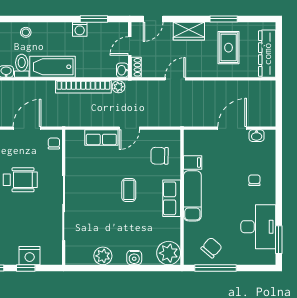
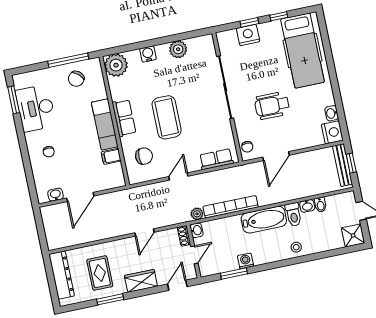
row of seats: (101, 138) -> (216, 159), moved
coffee table: (129, 190) -> (167, 117), width x1.86, depth x1.72

